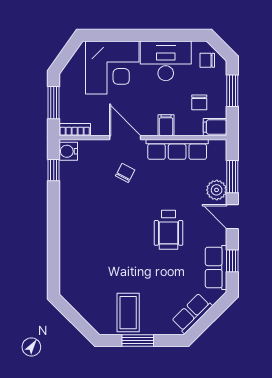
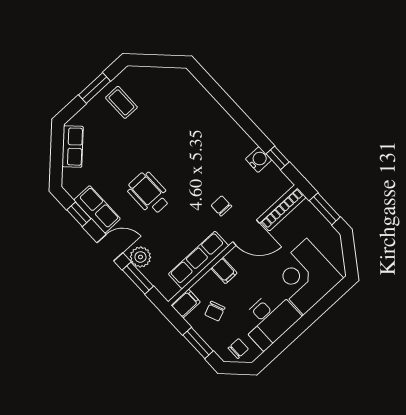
chair: (199, 102) -> (215, 311), turned -112
bookcase: (75, 130) -> (283, 210), width x1.56
water cooler: (68, 151) -> (259, 160), moved
chair: (125, 173) -> (221, 206), turned 152
row of seats: (216, 268) -> (97, 209), moved
coffee table: (128, 313) -> (121, 102), width x0.73, depth x0.77

